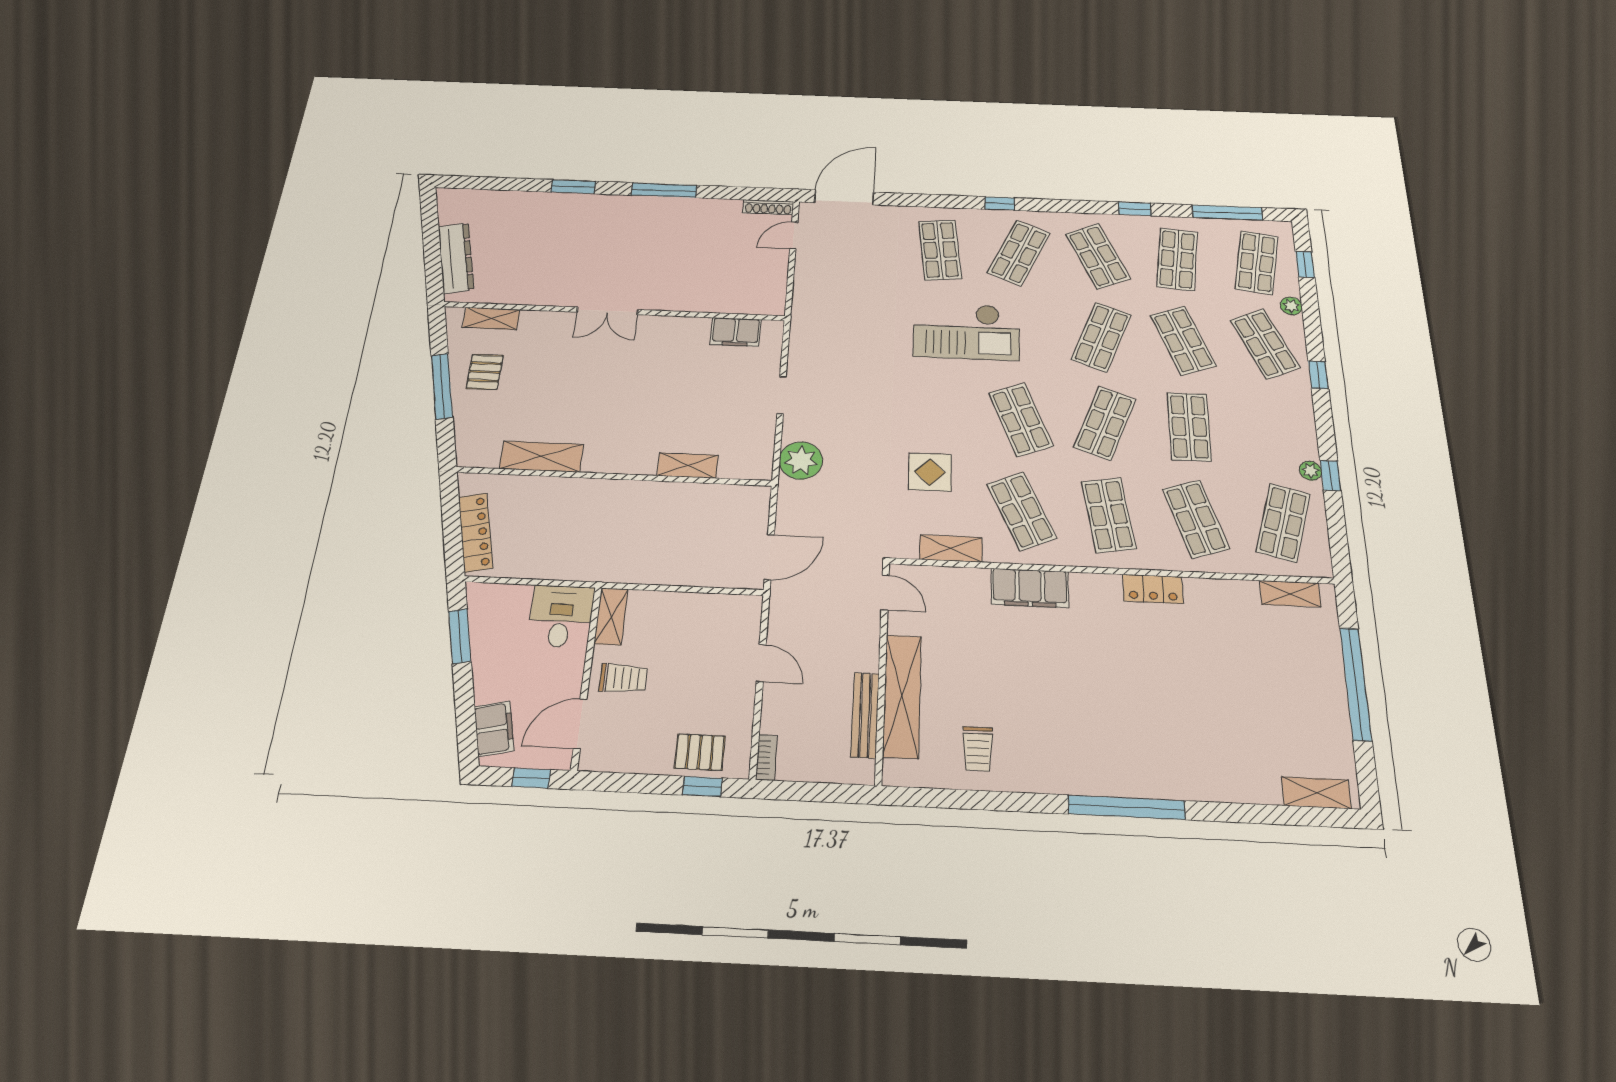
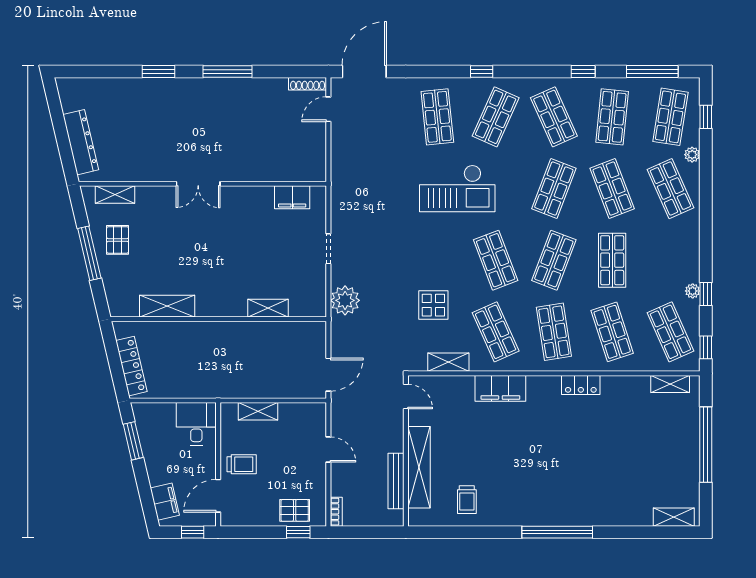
window: (1318, 375) -> (706, 347), moved
shop shelf: (1283, 523) -> (670, 332), turned -39
shelving: (611, 616) -> (258, 411), moved, turned 90

